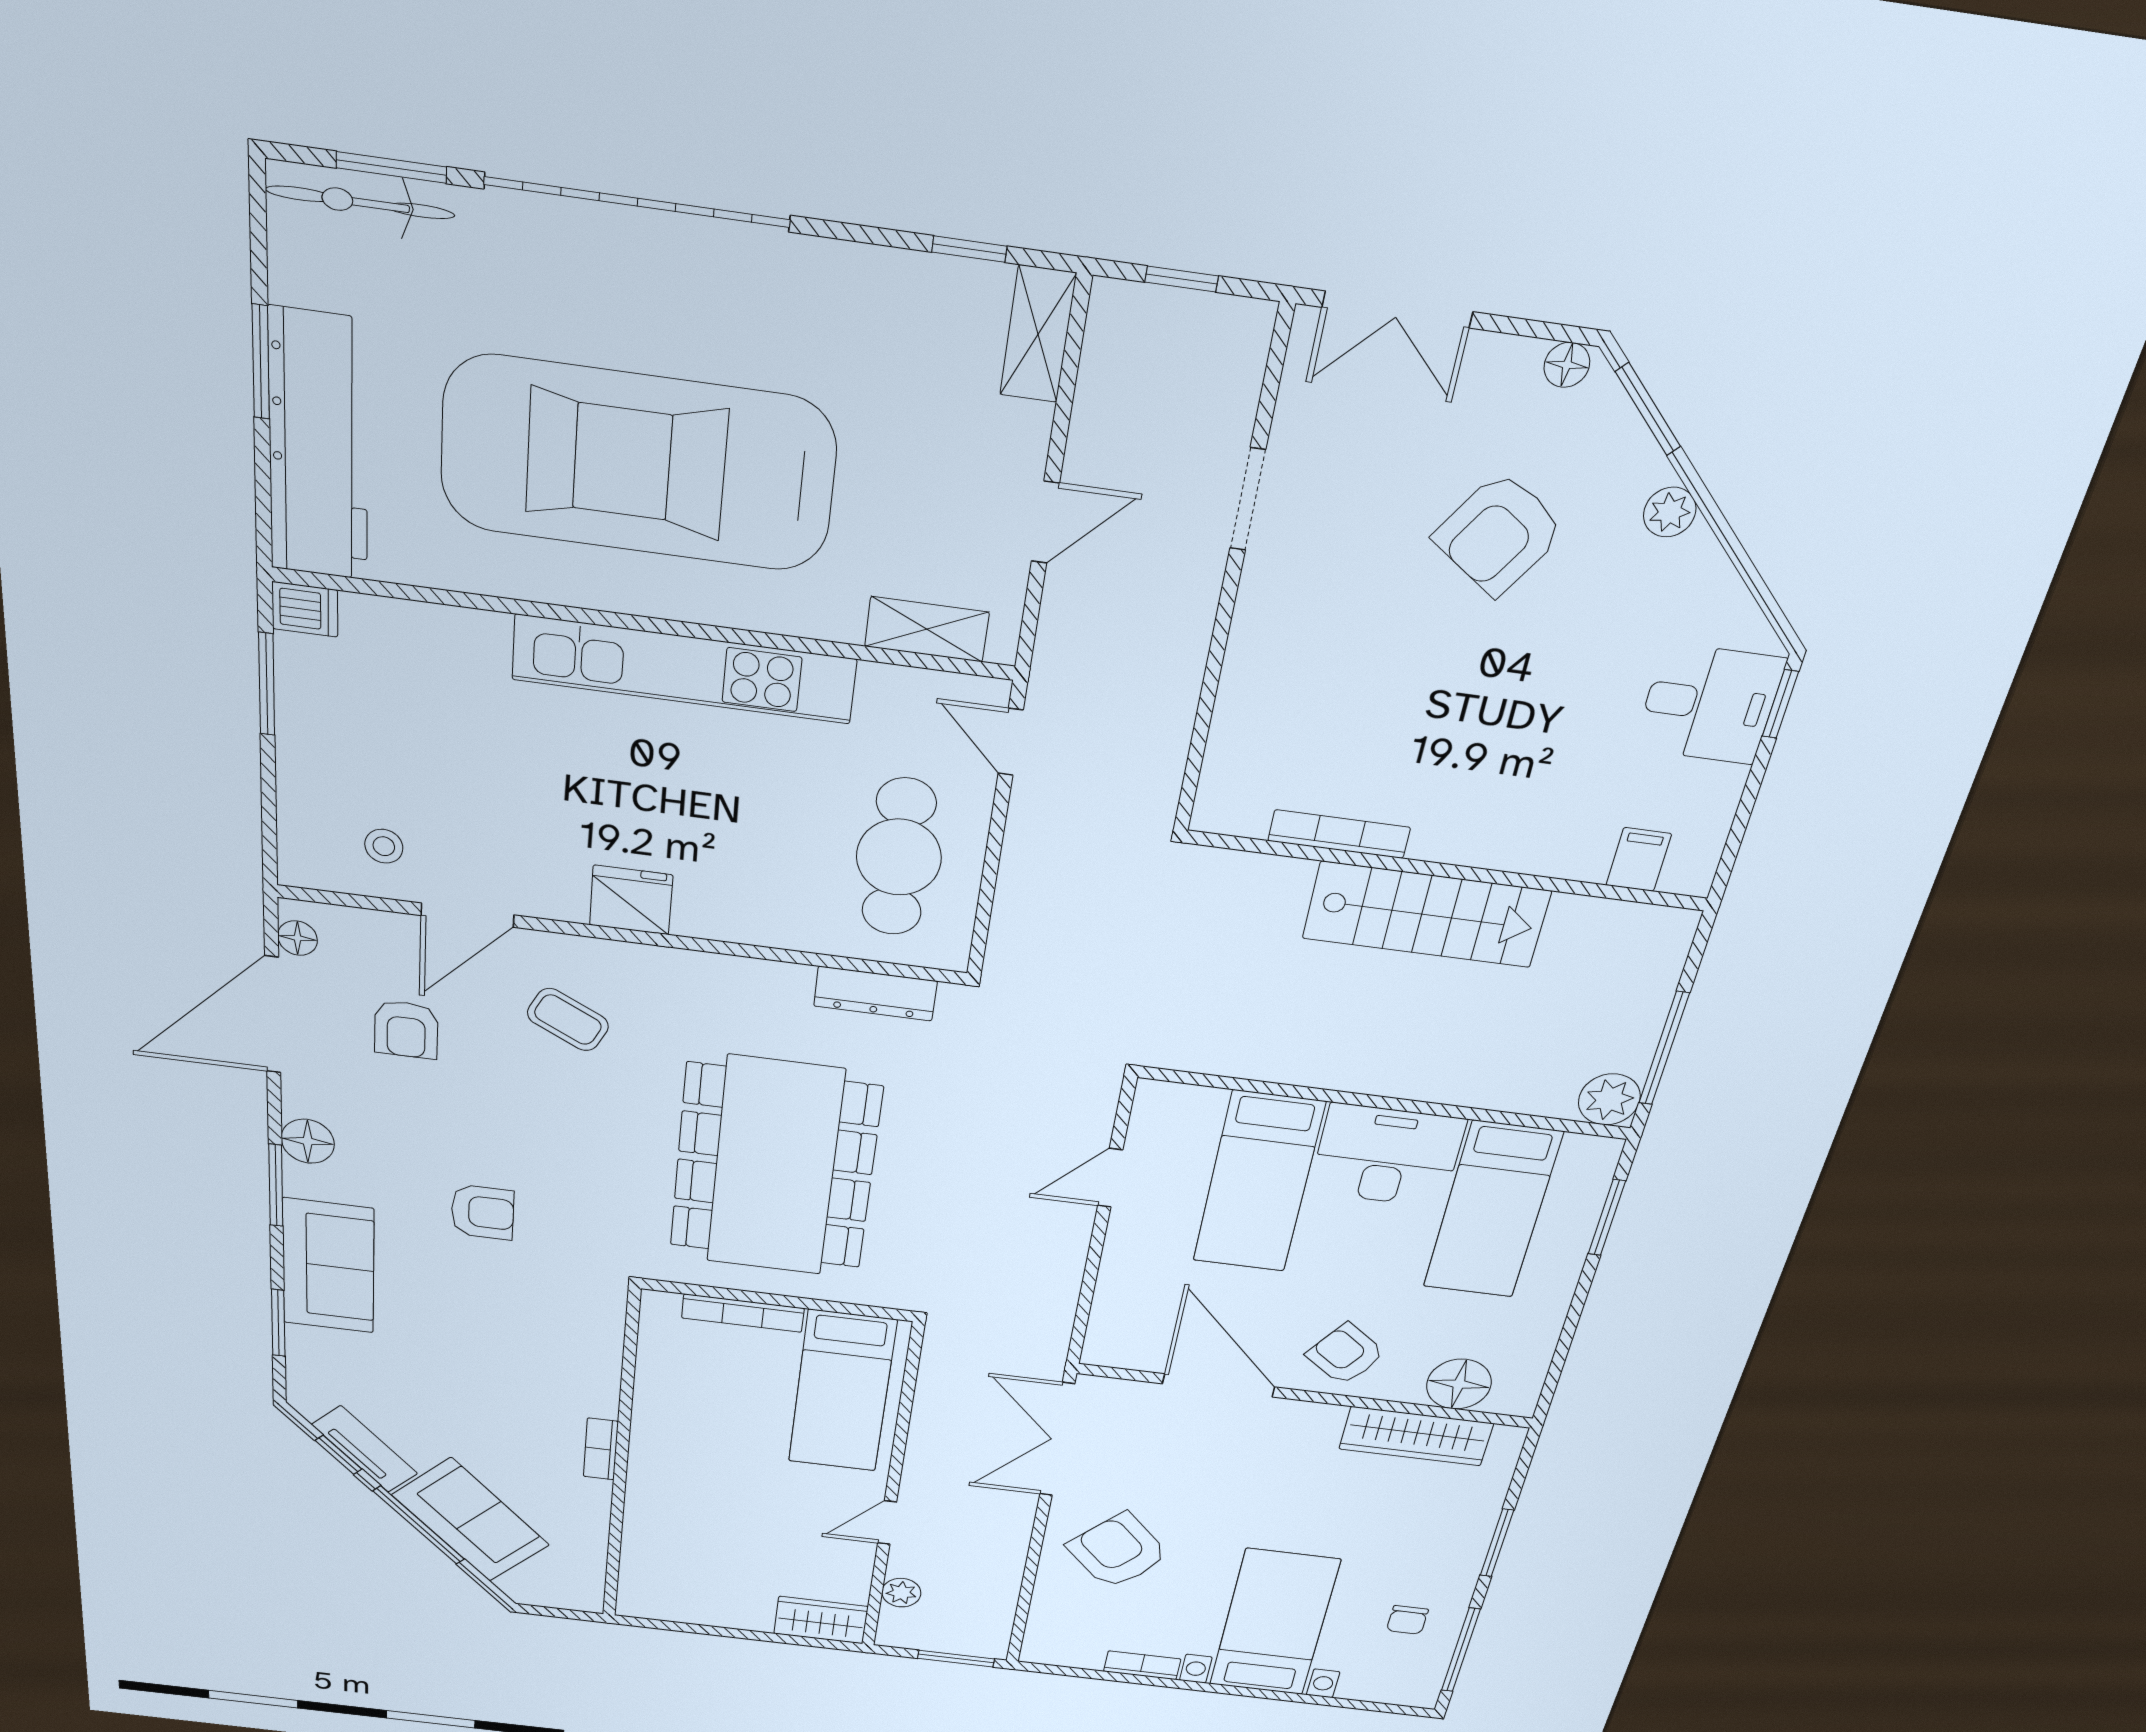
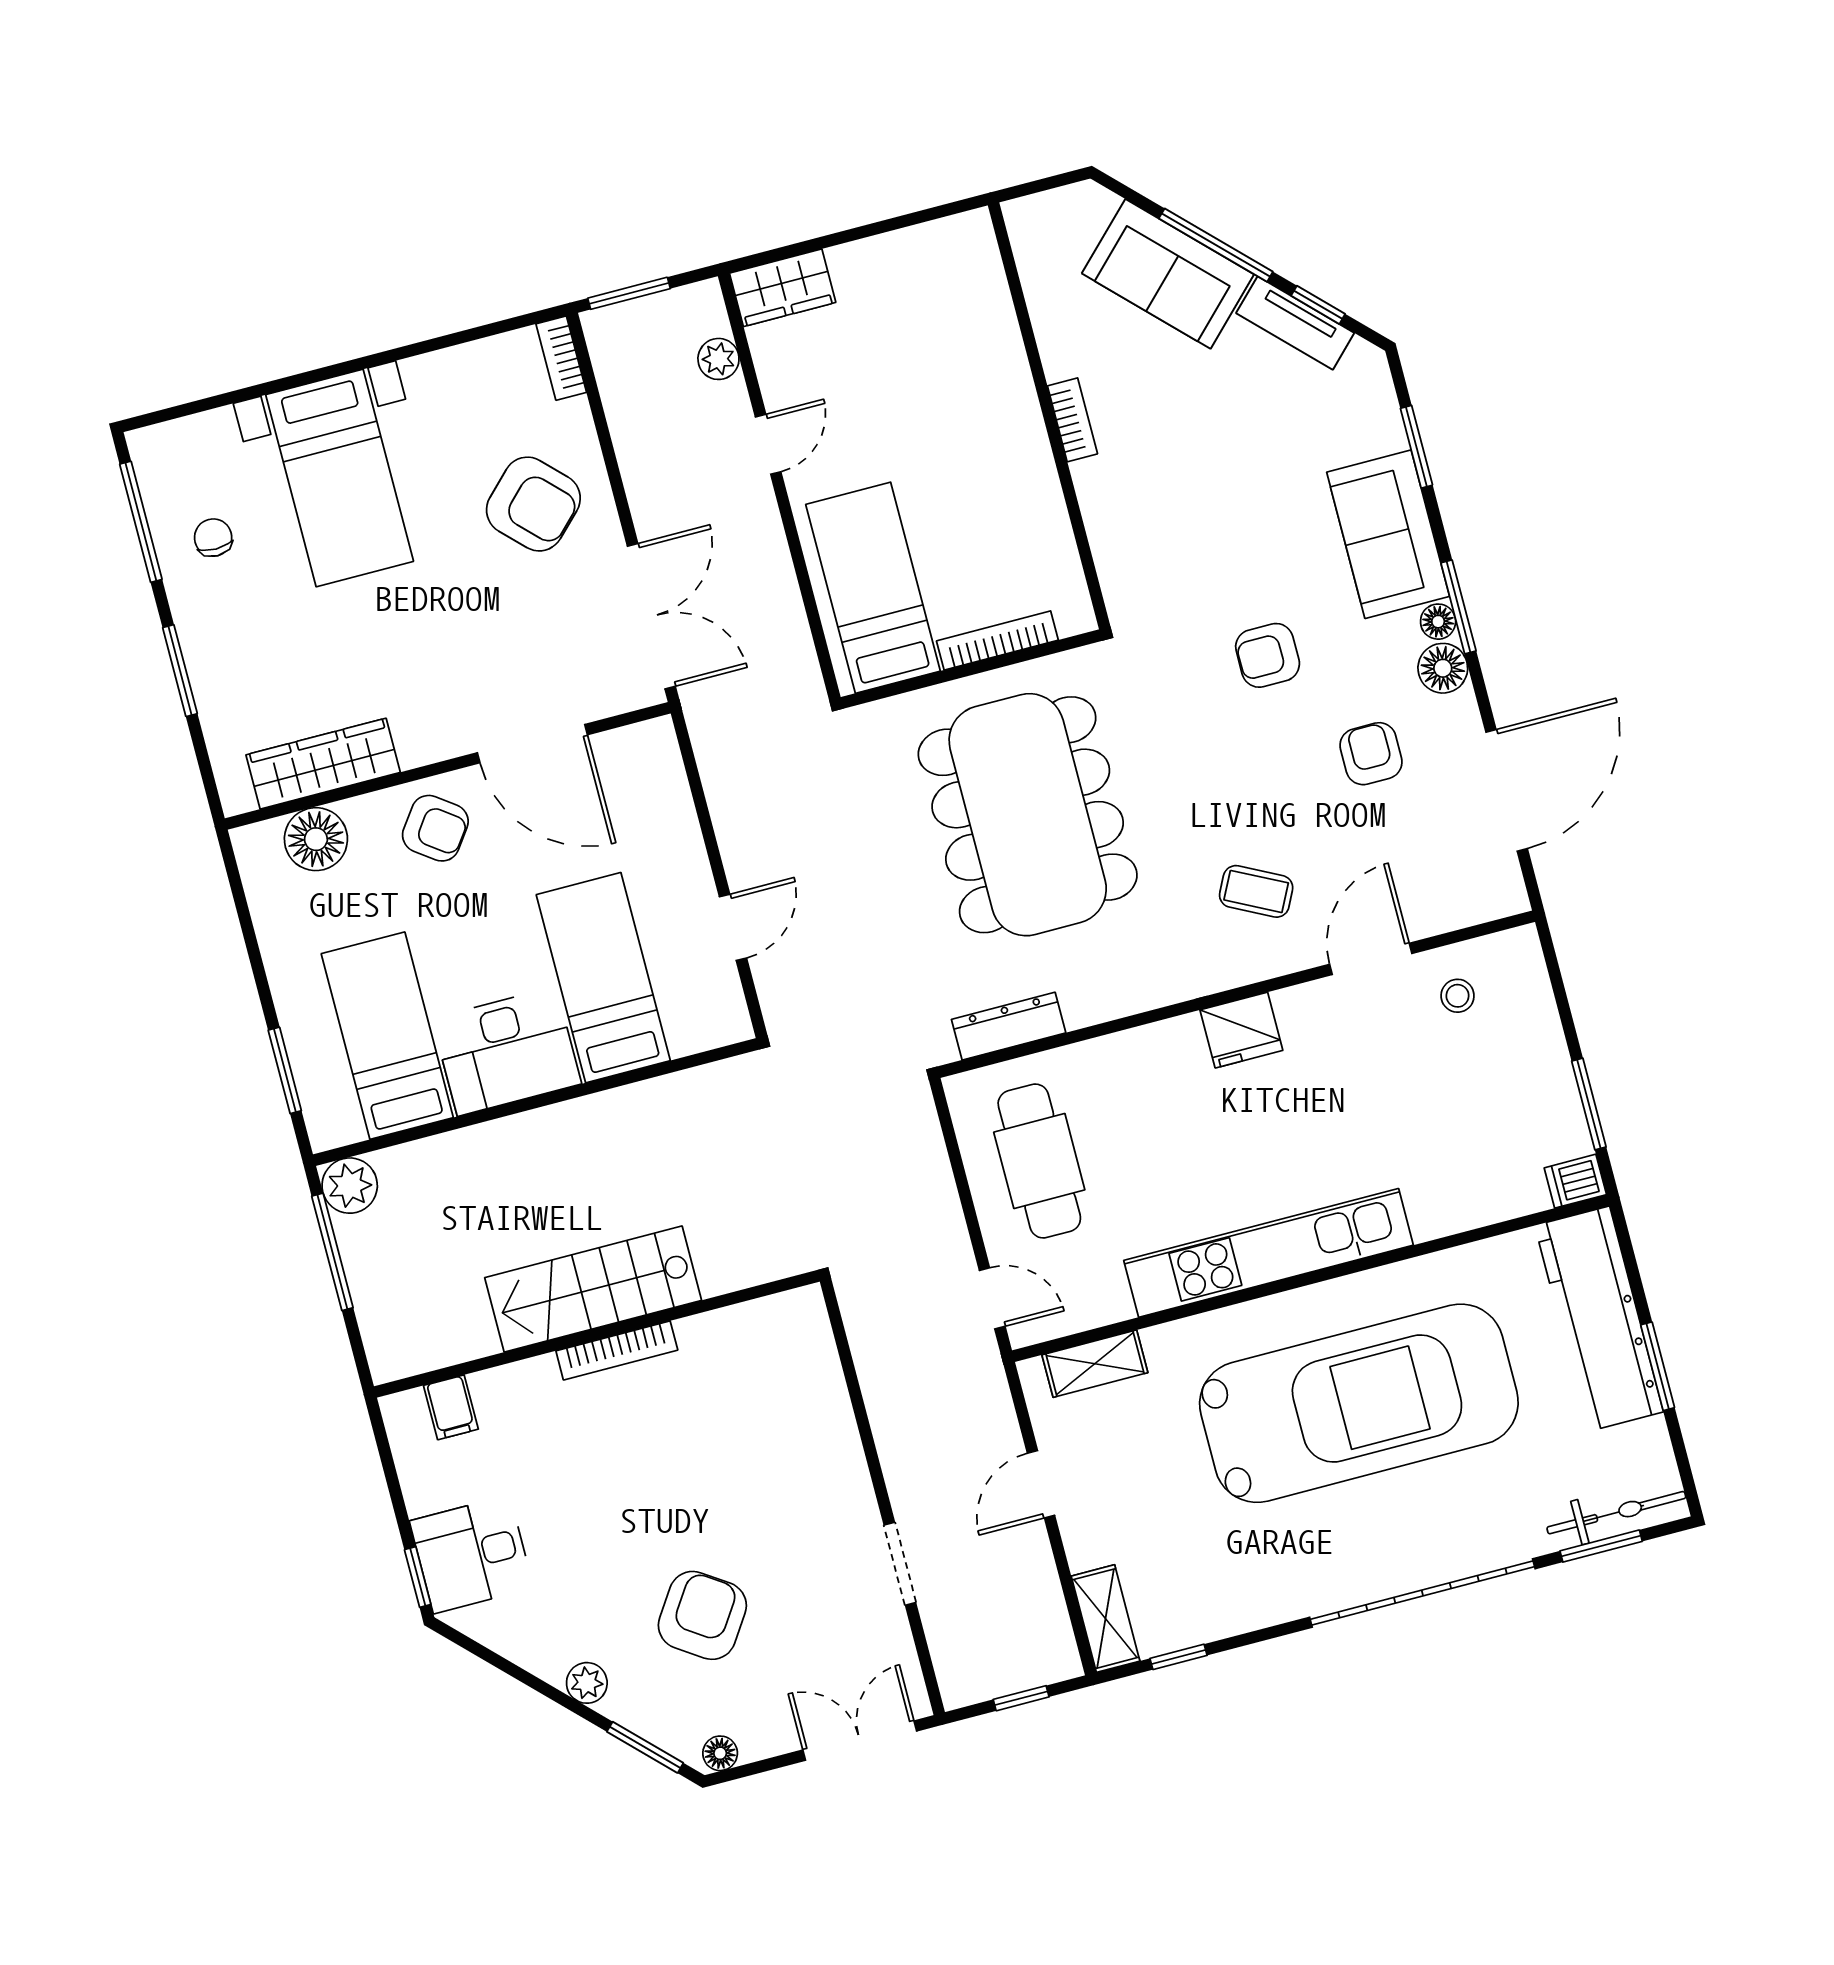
bookcase: (1339, 834) -> (617, 1350), moved
floor lamp: (298, 938) -> (1438, 622), moved
armchair: (406, 1030) -> (1371, 754), moved
bookcase: (1142, 1665) -> (561, 358), moved, turned 90

